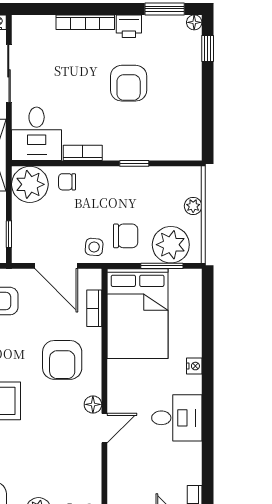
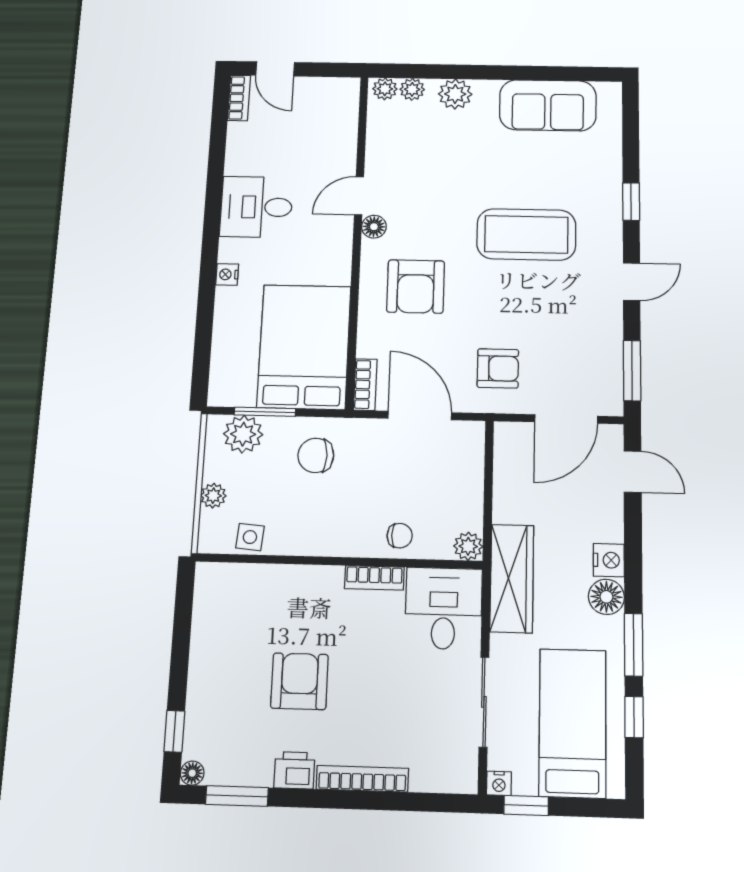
window: (134, 163) -> (297, 560), removed
plant: (30, 184) -> (468, 546), width x0.53, depth x0.53
window: (9, 234) -> (489, 462), removed
plant: (171, 245) -> (243, 434), width x0.73, depth x0.73
side table: (94, 247) -> (250, 537), moved
bookcase: (94, 308) -> (365, 385), moved
armchair: (62, 360) -> (416, 286), turned 180

